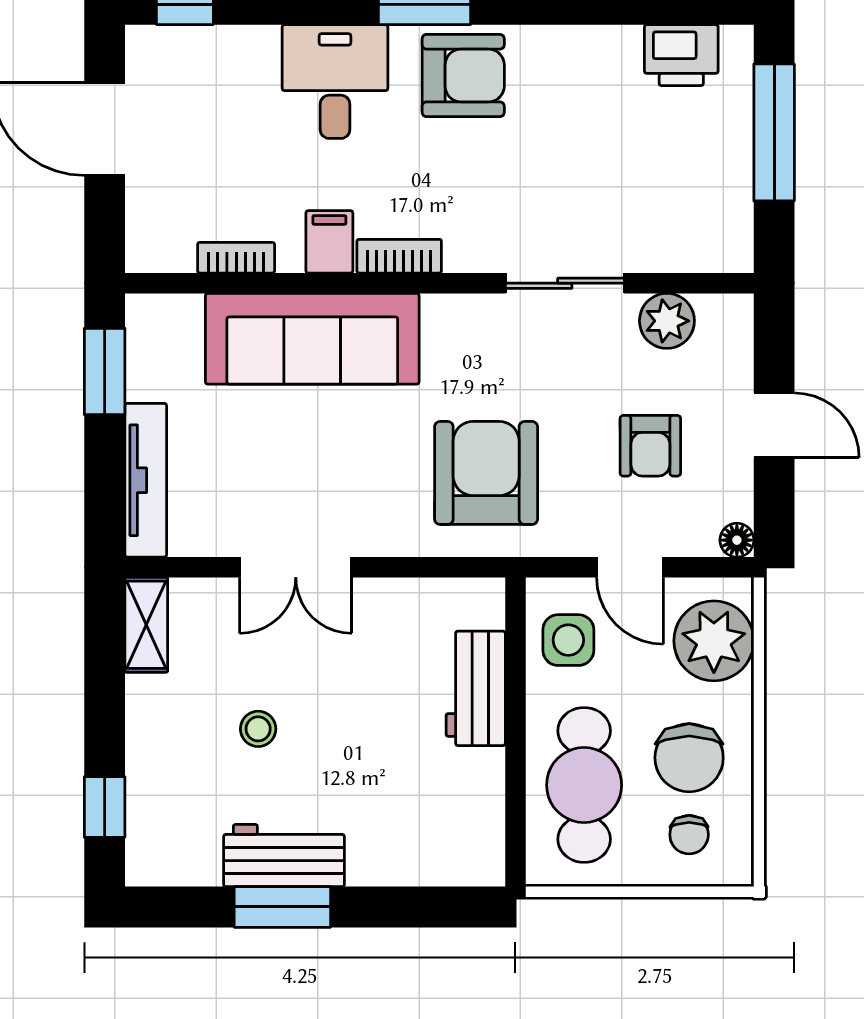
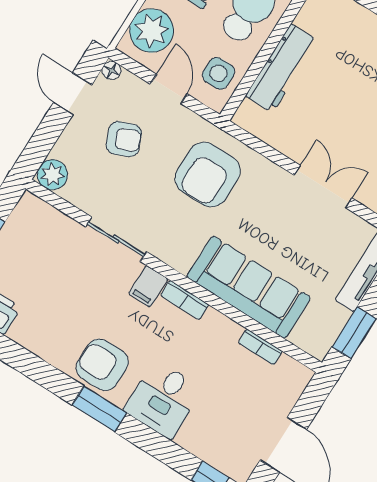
filing cabinet: (329, 242) -> (148, 286), moved
plant: (667, 321) -> (52, 175), moved
door: (774, 425) -> (73, 94), moved
armchair: (650, 446) -> (124, 139), turned 68
workbench: (476, 688) -> (282, 68), width x1.38

